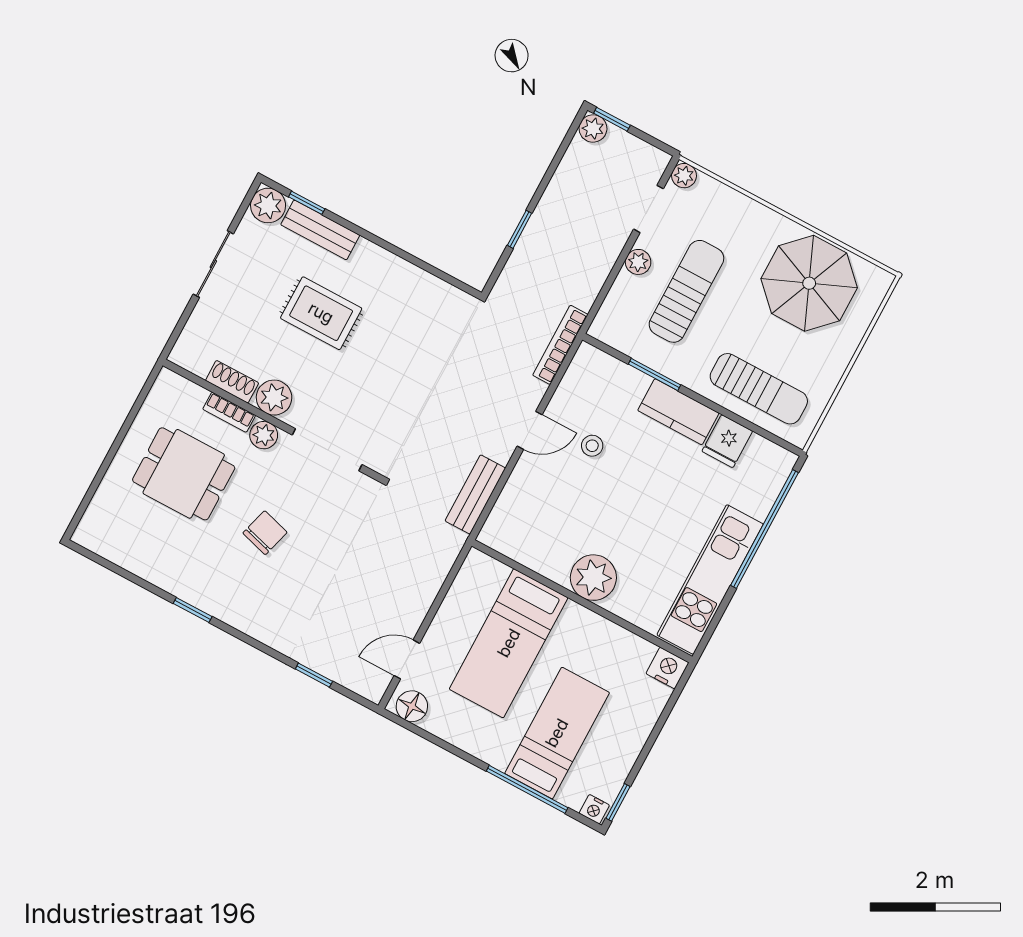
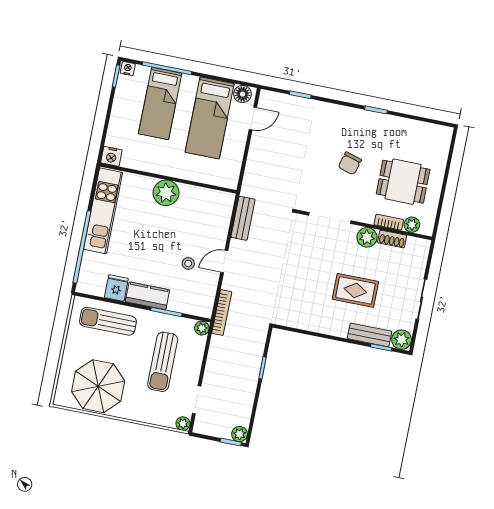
plant: (638, 262) -> (202, 328), moved
plant: (264, 435) -> (412, 225), moved
bed: (509, 643) -> (210, 118), moved, turned 180

